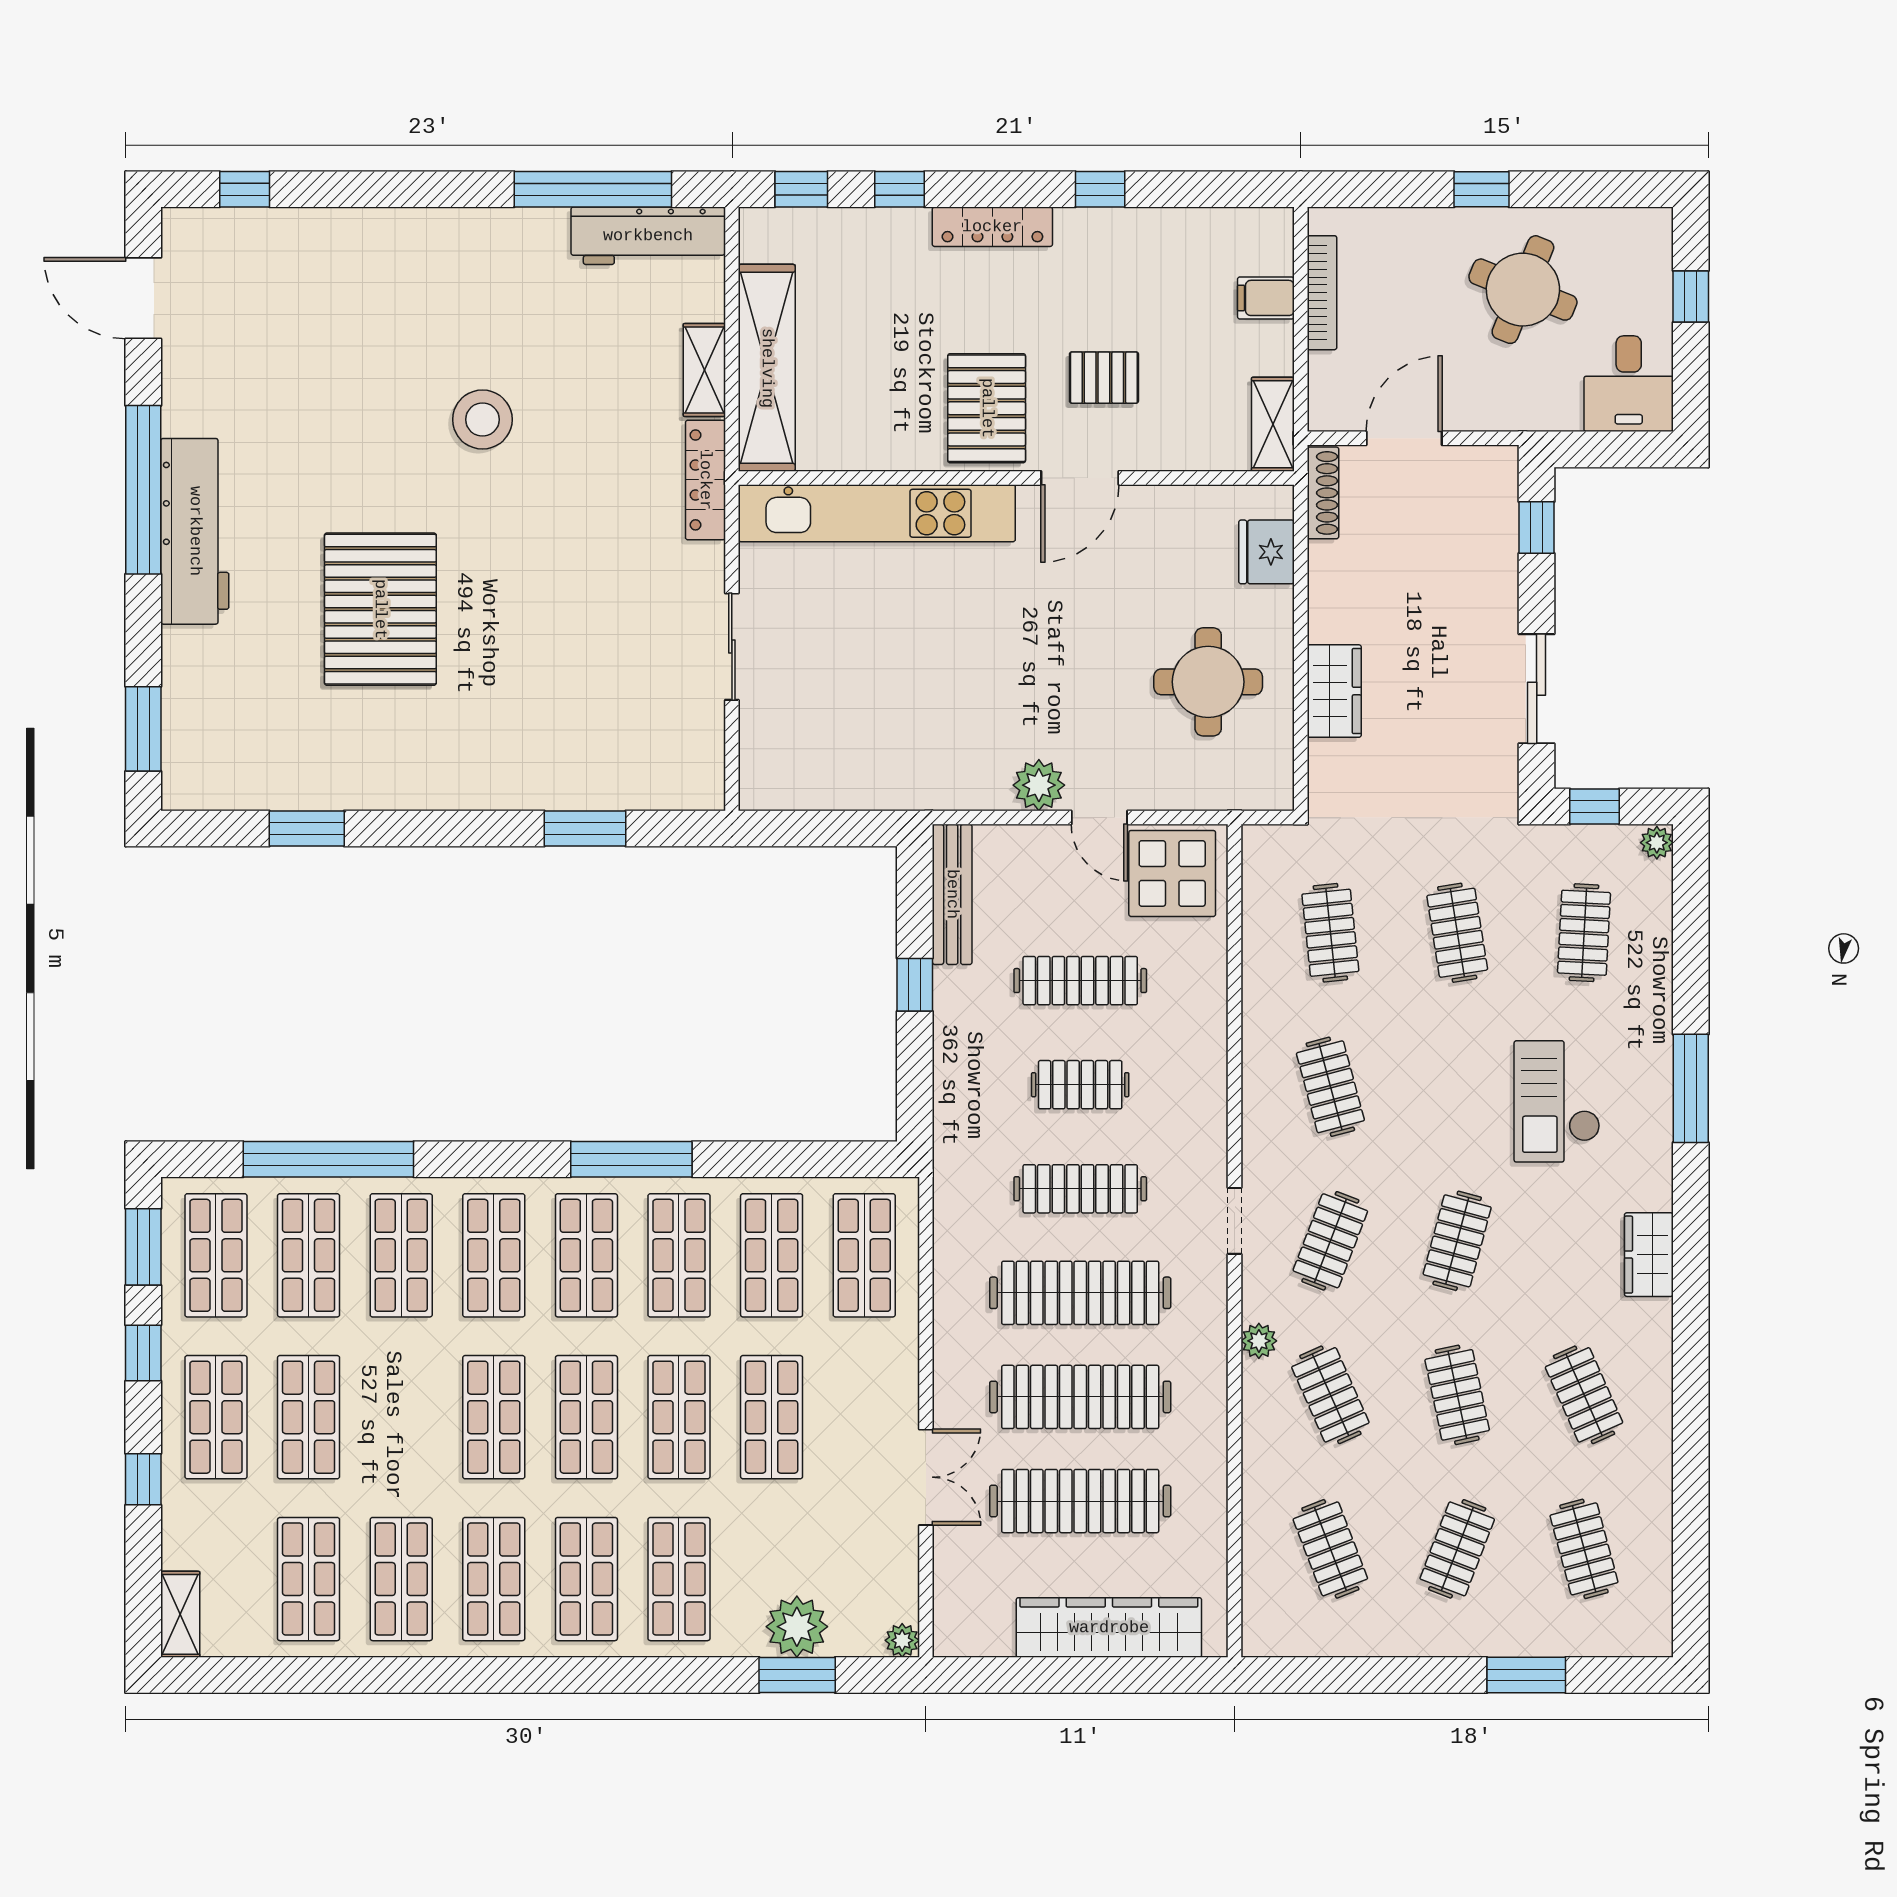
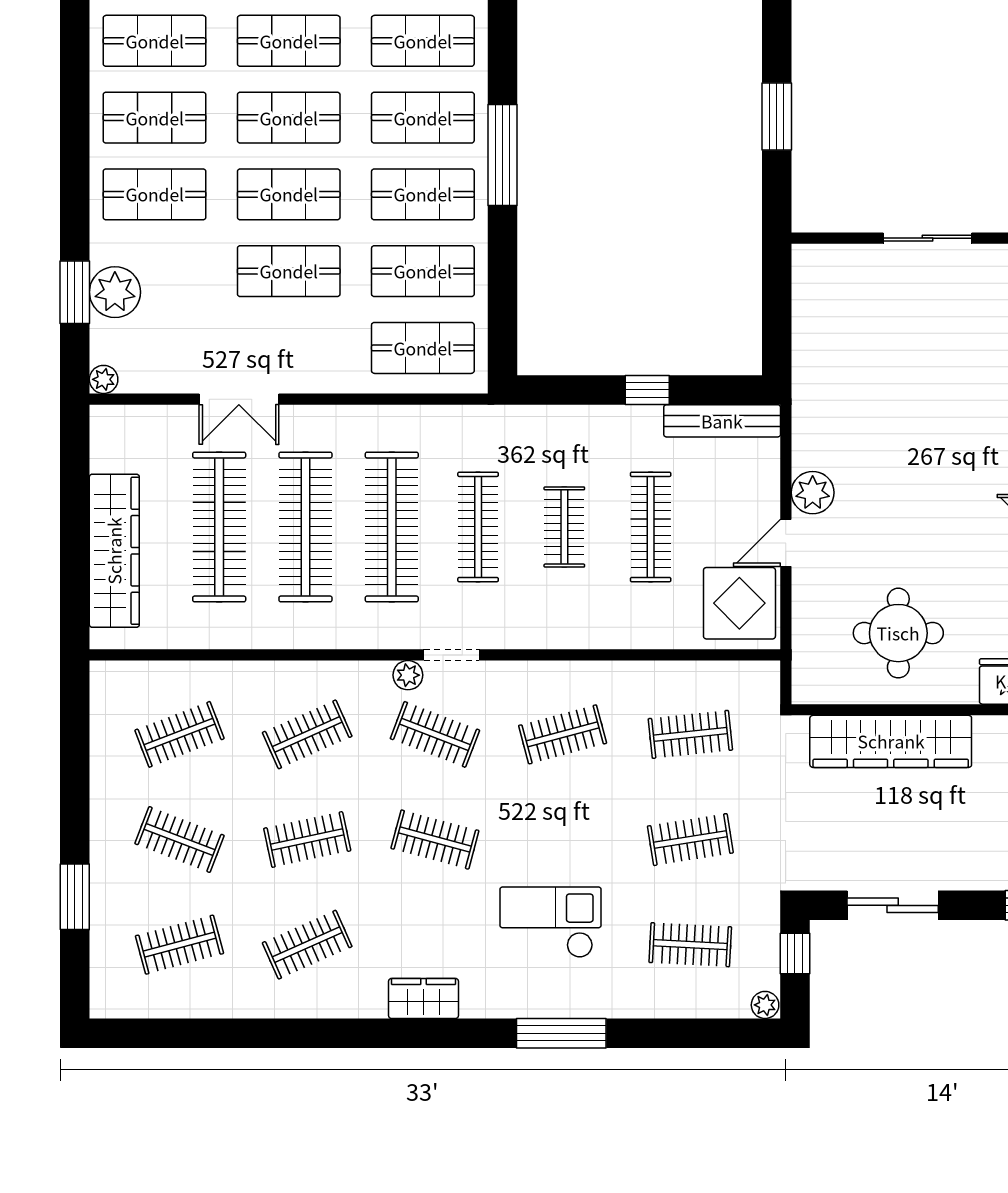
wardrobe: (1334, 691) -> (891, 741), width x2.10, depth x1.17
plant: (1259, 1341) -> (408, 675), moved

